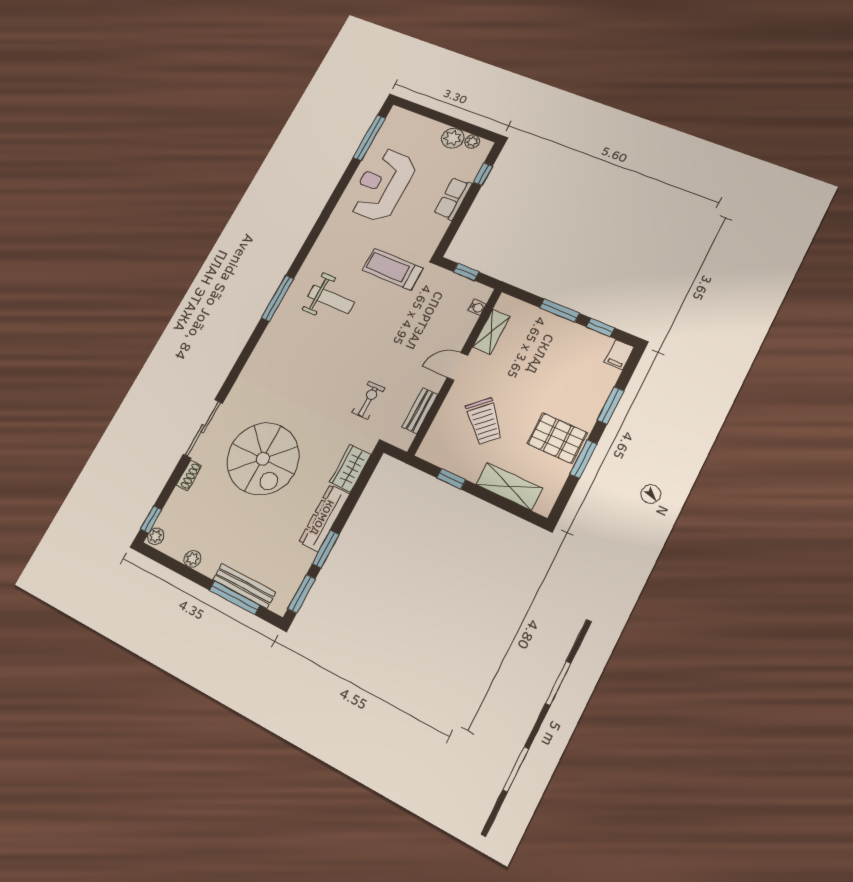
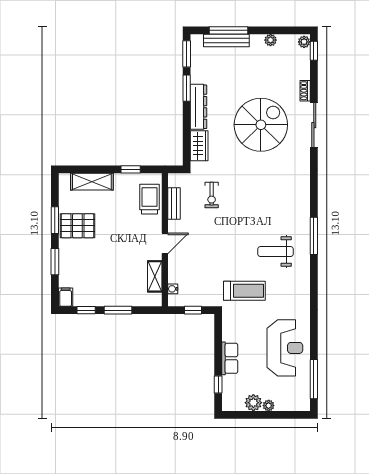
plant: (472, 142) -> (269, 406), moved
trolley: (484, 421) -> (150, 199), moved, turned 43
spiral stairs: (263, 459) -> (261, 125), turned 90

